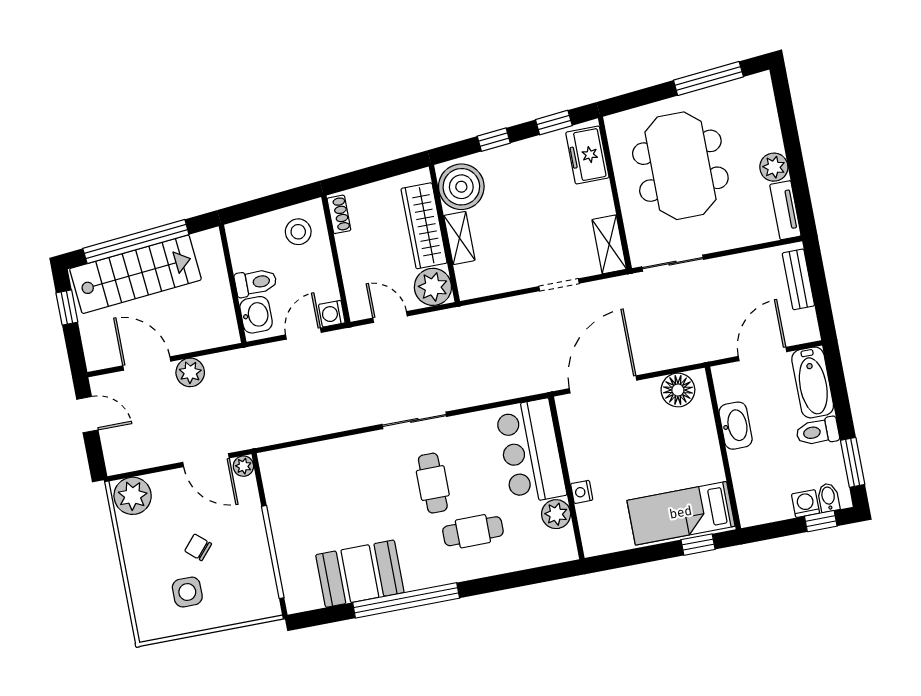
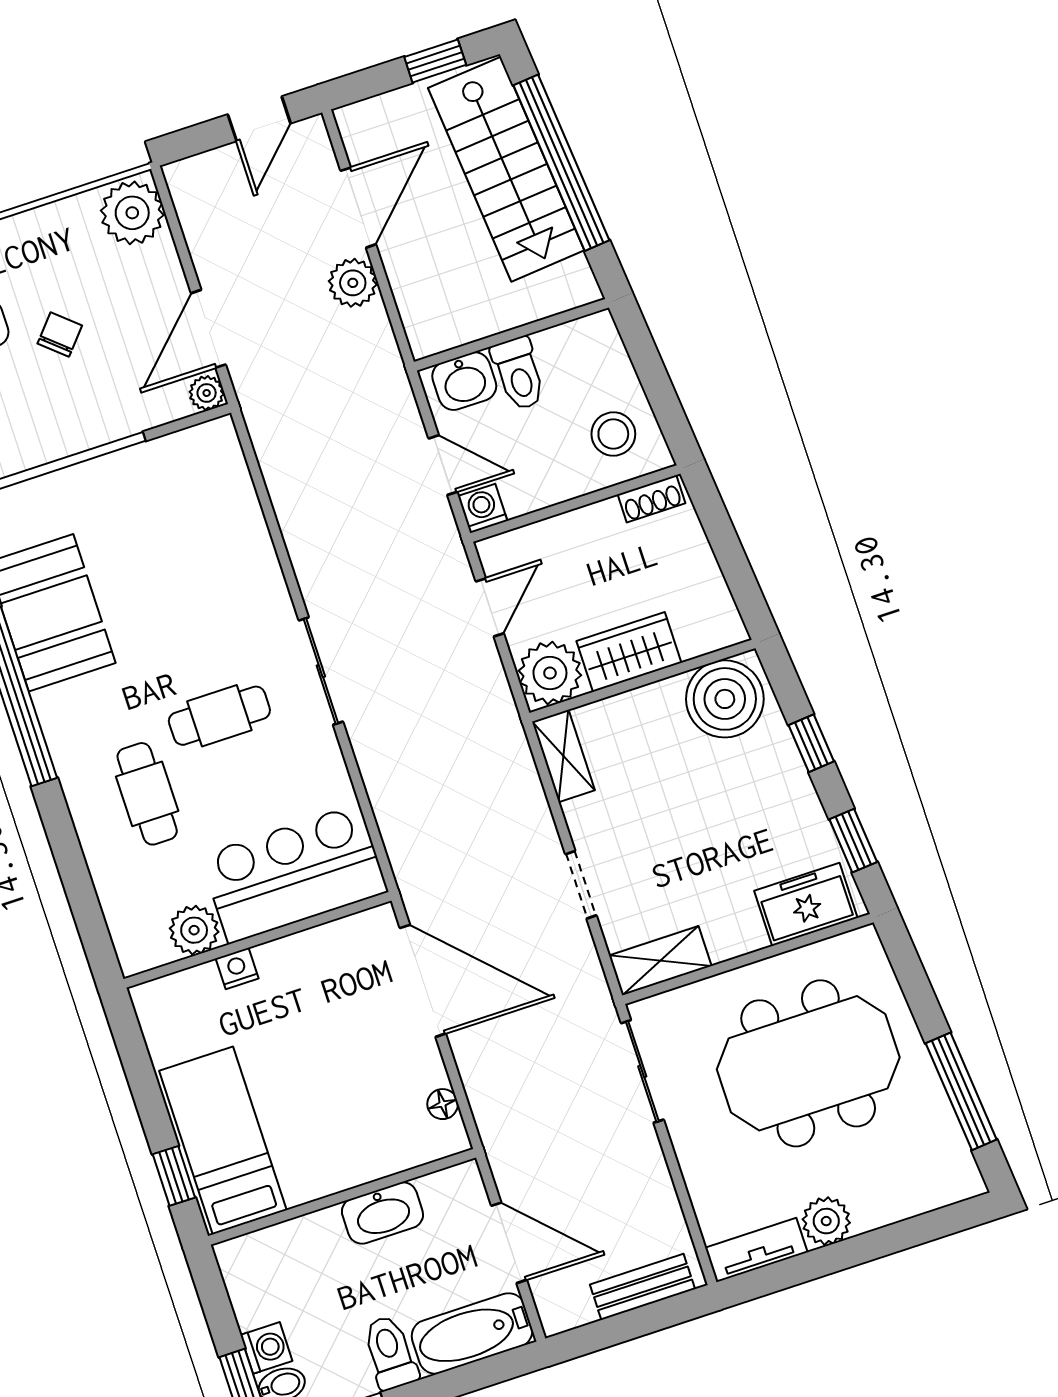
wardrobe: (424, 226) -> (629, 652), width x0.67
shelving: (459, 238) -> (563, 756), moved, turned 90
floor lamp: (678, 390) -> (443, 1104), width x0.53, depth x0.53

